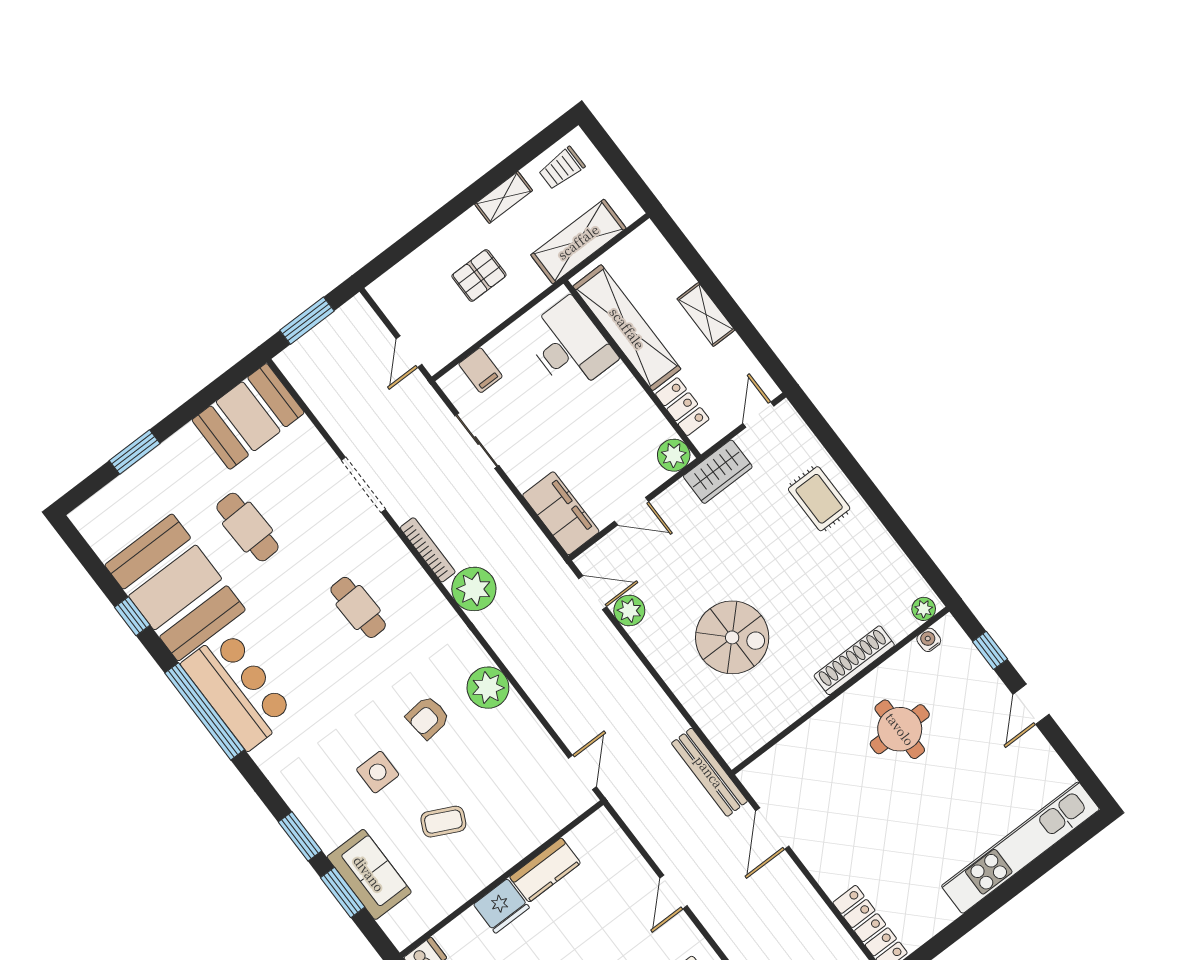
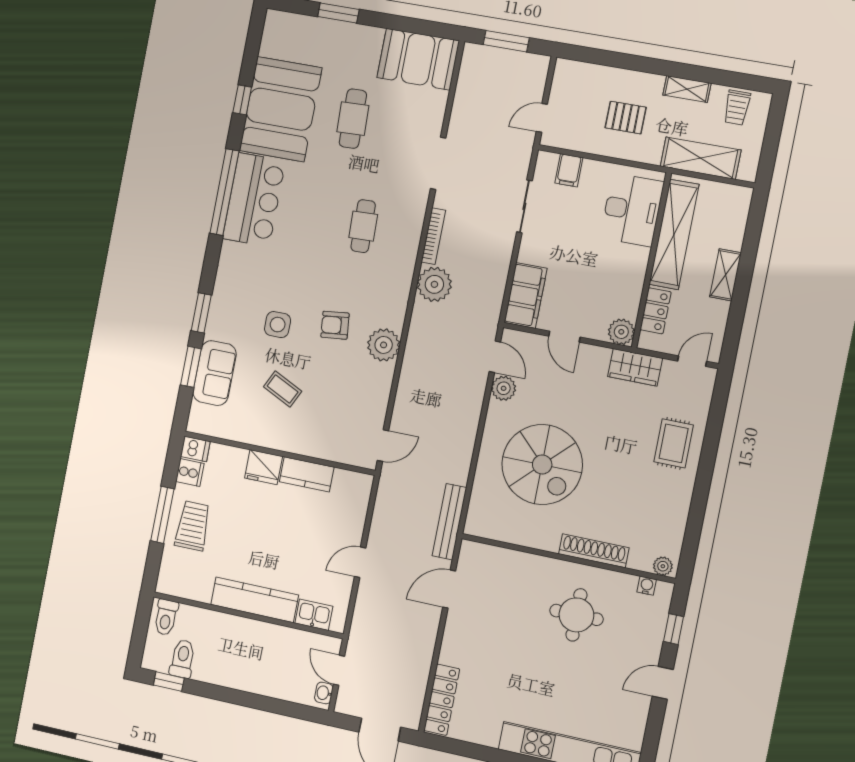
trolley: (562, 168) -> (737, 108), turned -90
spiral stairs: (732, 637) -> (542, 464), width x1.37, depth x1.37

